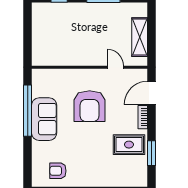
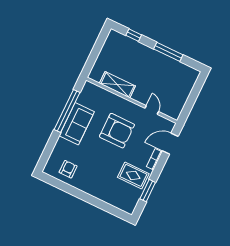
shelving: (140, 37) -> (117, 85), moved, turned 90
armchair: (90, 106) -> (117, 131), turned -90
armchair: (58, 171) -> (68, 169), turned 90

